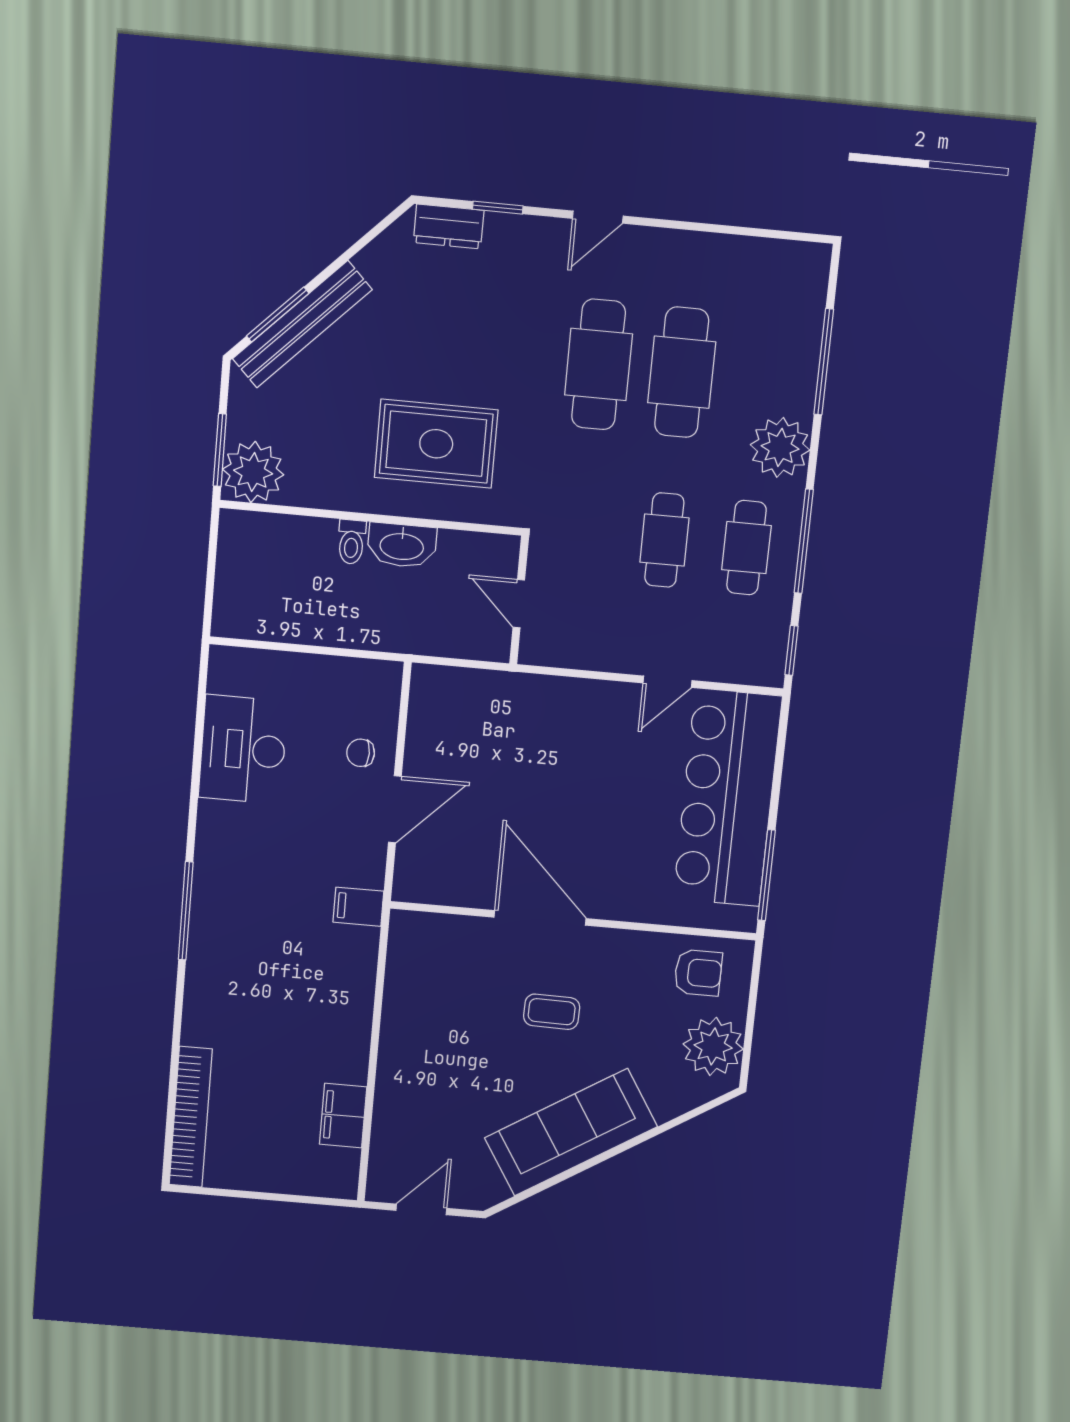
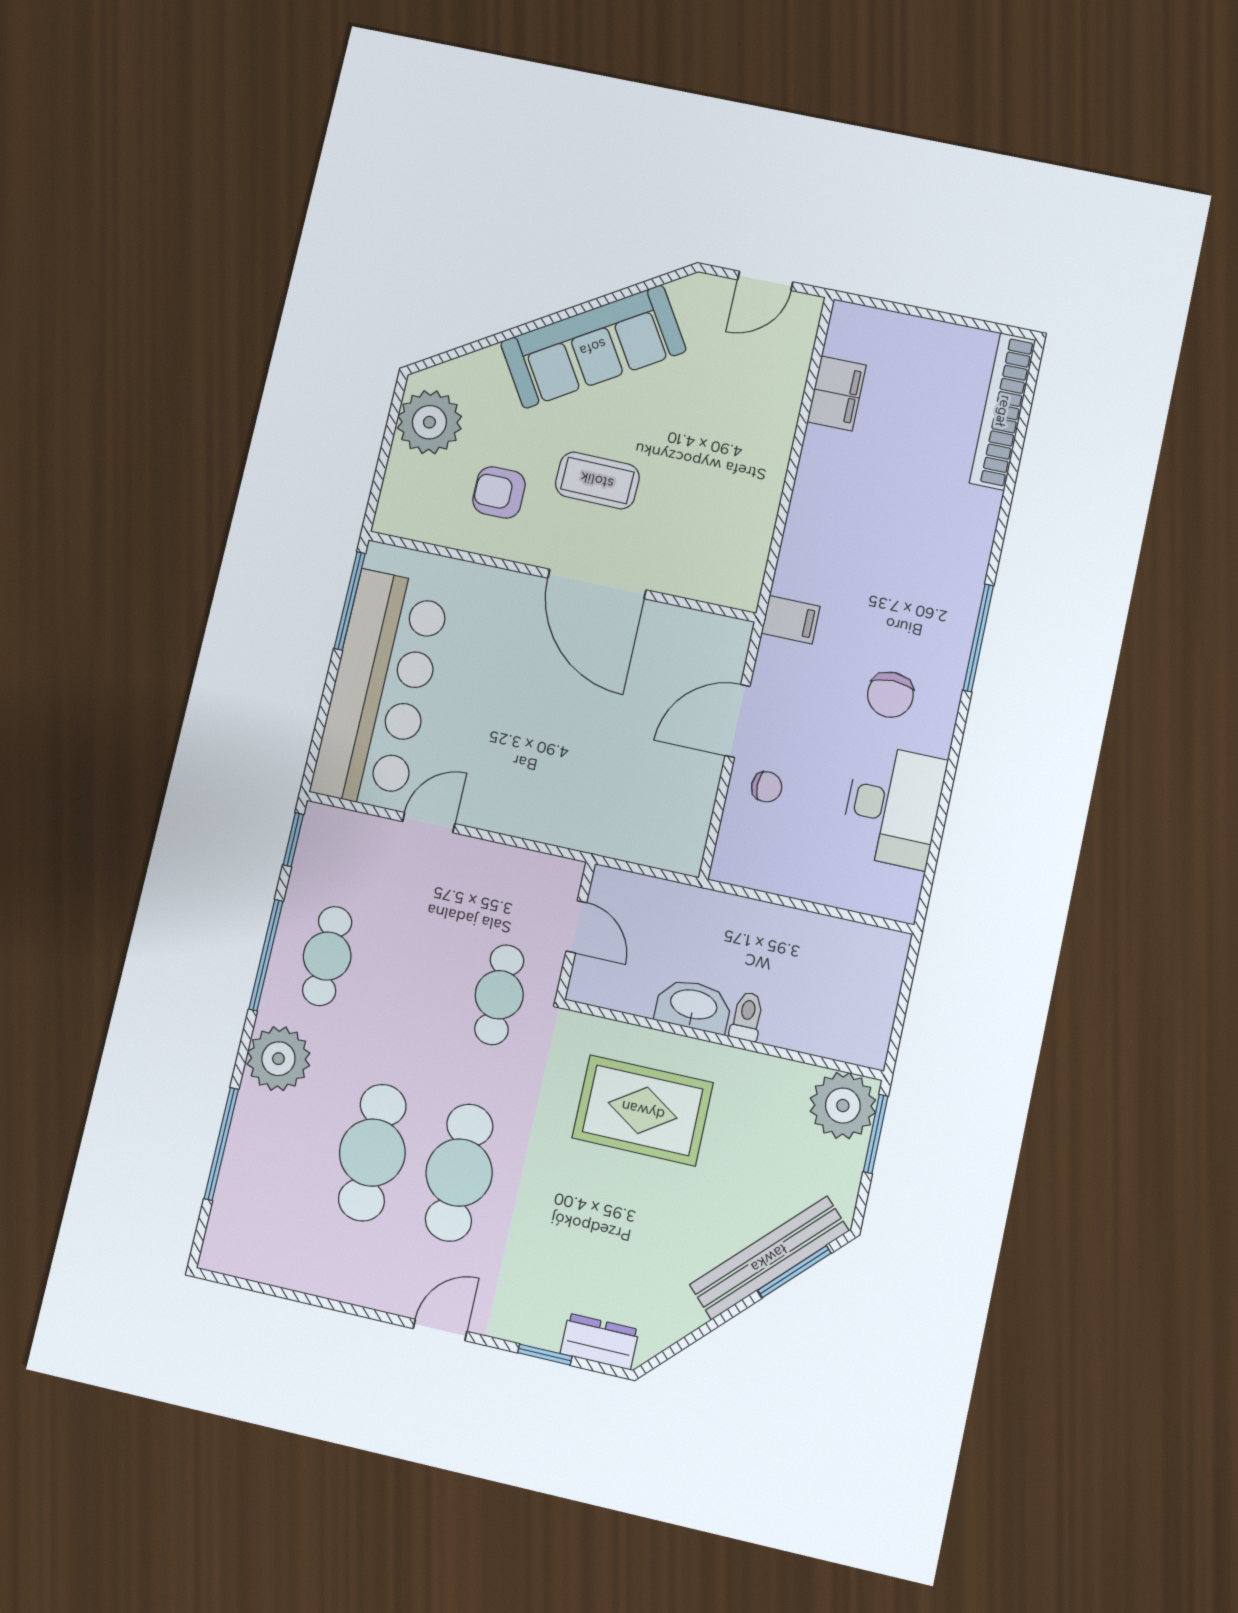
cafe table: (664, 540) -> (499, 995), moved
chair: (259, 850) -> (890, 695), added
armchair: (698, 973) -> (499, 492), moved
coffee table: (552, 1012) -> (597, 480), width x1.36, depth x1.30

